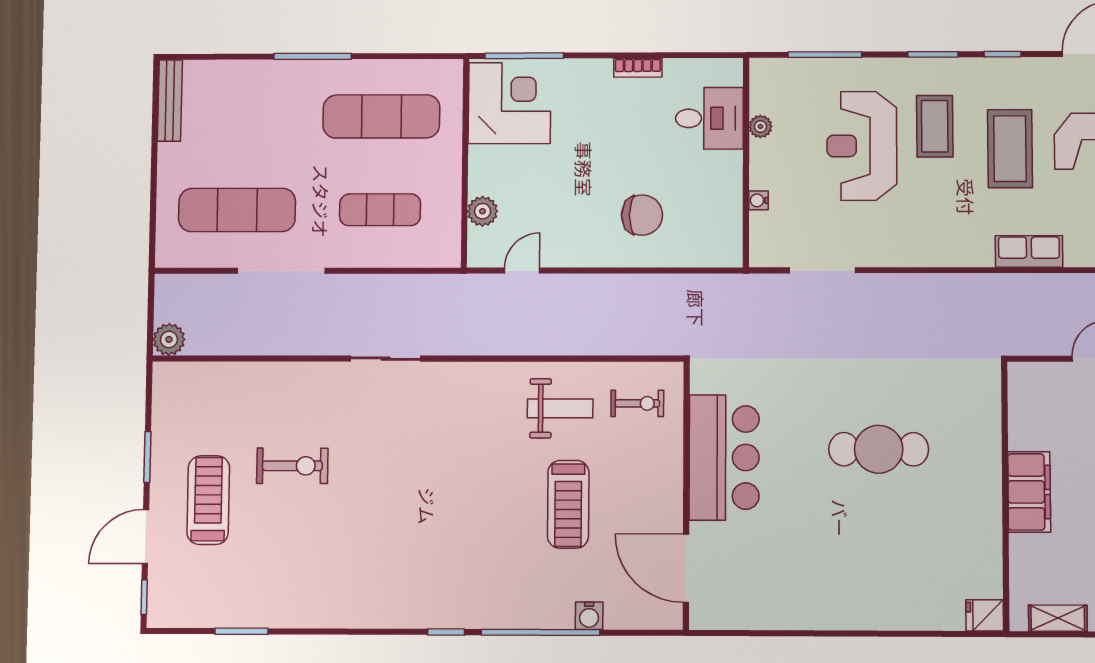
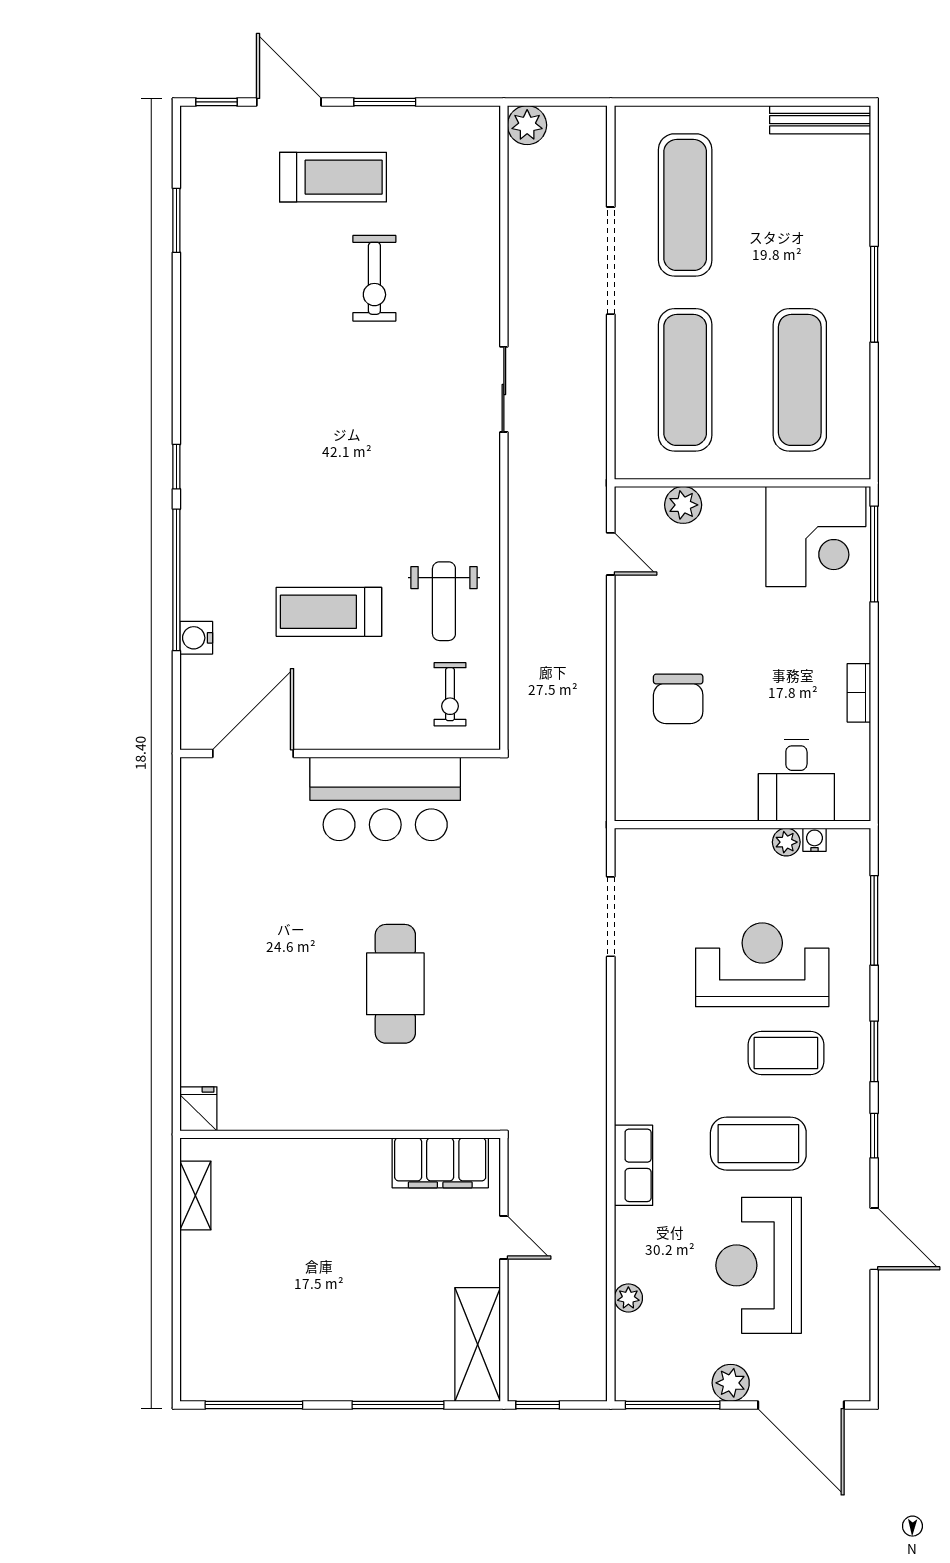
water cooler: (759, 200) -> (815, 840), moved
exercise mat: (380, 210) -> (685, 380), width x1.36, depth x1.45
filing cabinet: (1029, 492) -> (440, 1163), moved

